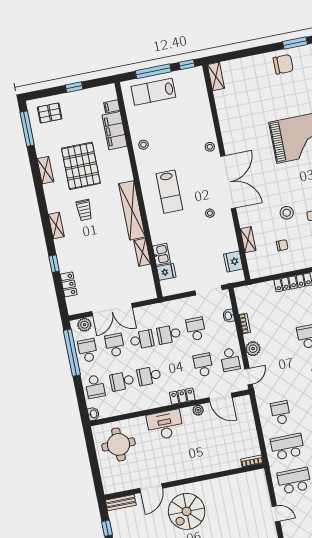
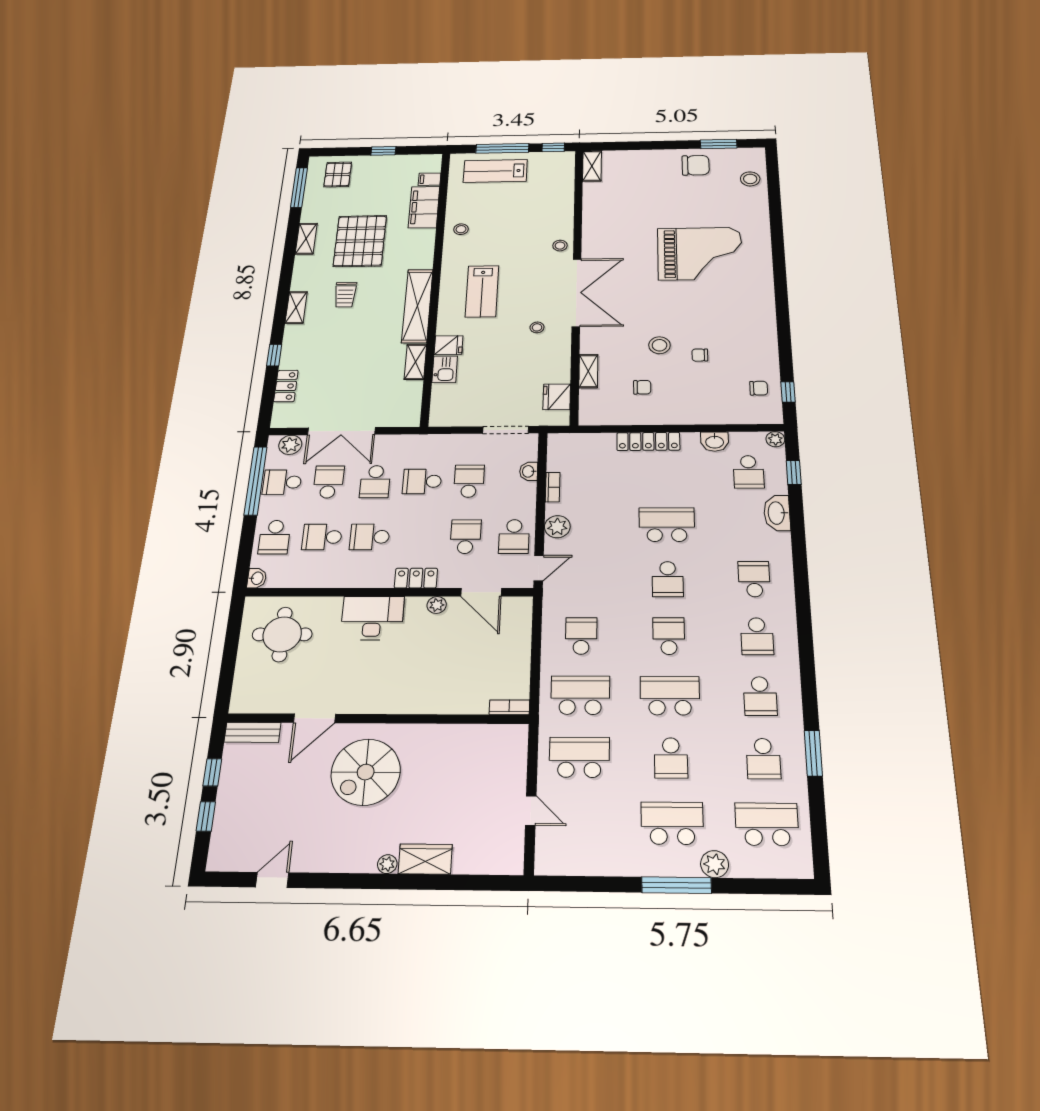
pallet: (50, 113) -> (338, 174), turned 90
fridge: (166, 272) -> (449, 345), moved
school desk: (142, 340) -> (375, 482), turned 90
school desk: (88, 351) -> (282, 482), turned -90

